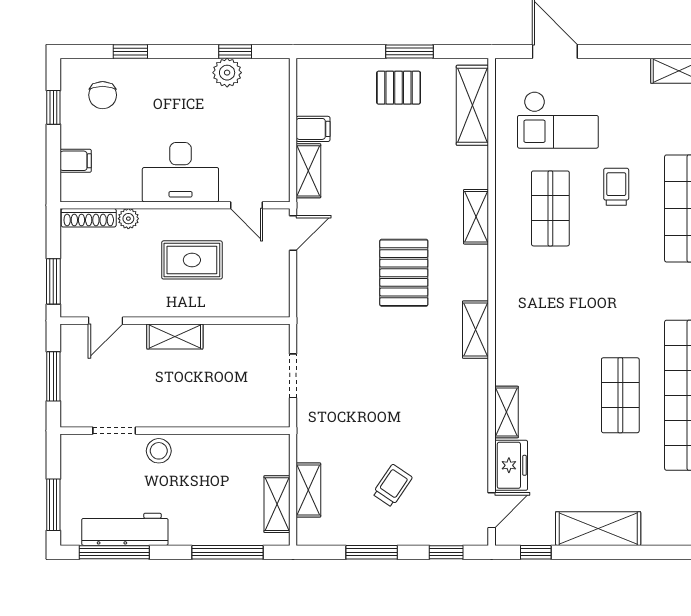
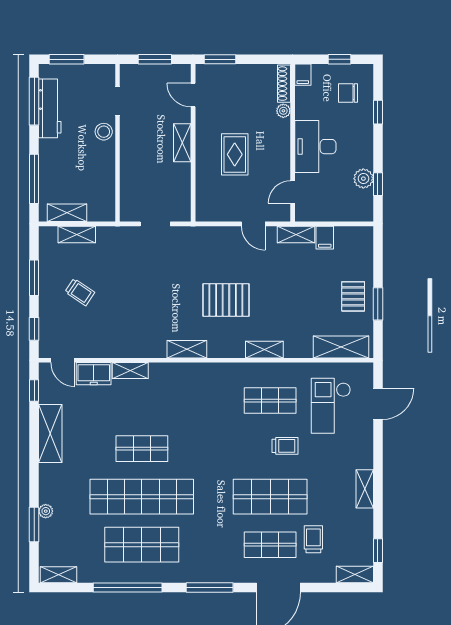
desk: (180, 172) -> (315, 147), moved
wall: (175, 205) -> (293, 143), moved
door: (247, 205) -> (293, 192), moved
shoe rack: (89, 218) -> (284, 84), moved
plant: (128, 219) -> (283, 111), moved

